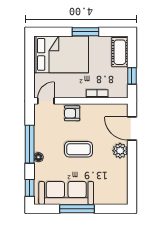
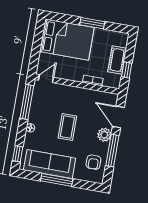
cot: (120, 52) -> (117, 60), moved
armchair: (72, 113) -> (93, 162), moved, turned -90
window: (30, 144) -> (27, 102), moved
coffee table: (79, 149) -> (67, 127), turned 90
window: (132, 166) -> (112, 151), added

